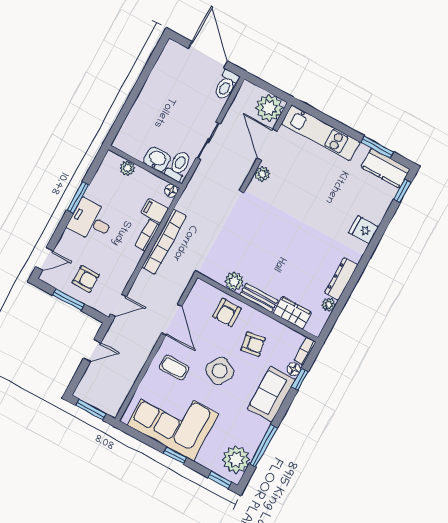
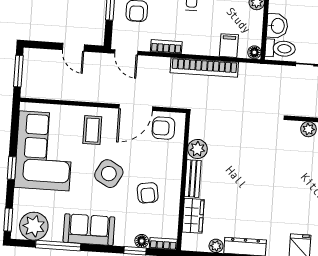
bookcase: (147, 235) -> (166, 47), moved
armchair: (227, 313) -> (163, 128), moved
sofa: (271, 394) -> (89, 230), moved

